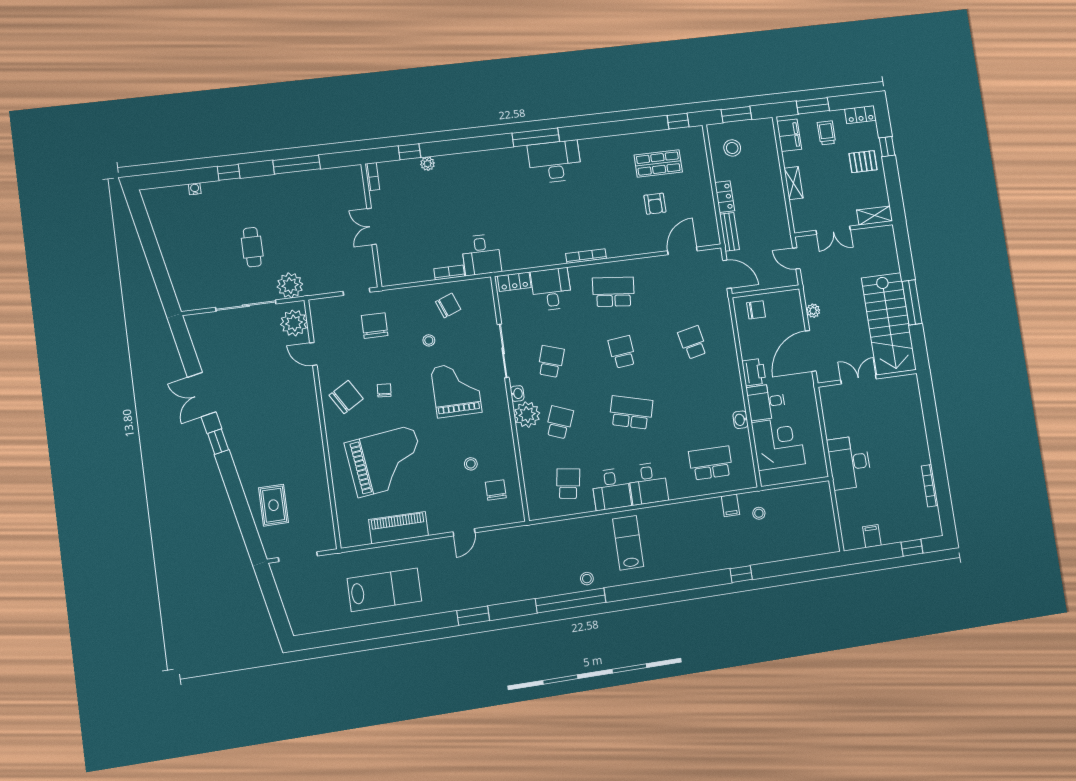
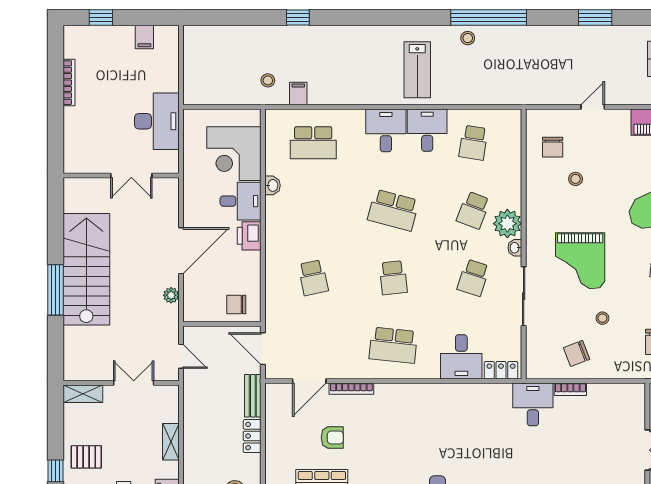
armchair: (655, 204) -> (332, 437), turned 90
bookcase: (586, 256) -> (351, 389), moved
wall: (867, 378) -> (121, 175), moved
double door: (859, 380) -> (131, 175), moved

